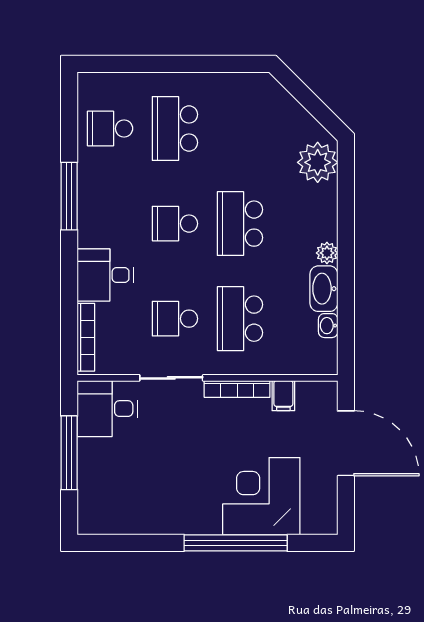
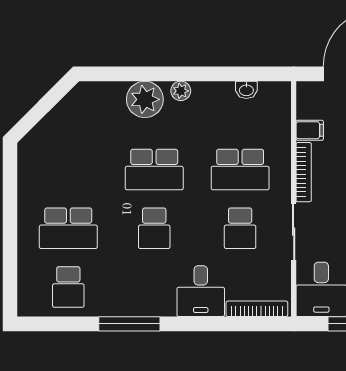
plant: (318, 162) -> (145, 99), moved
washbasin: (324, 289) -> (213, 94), removed

